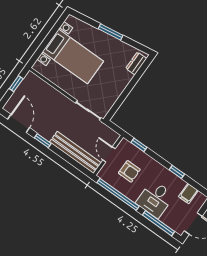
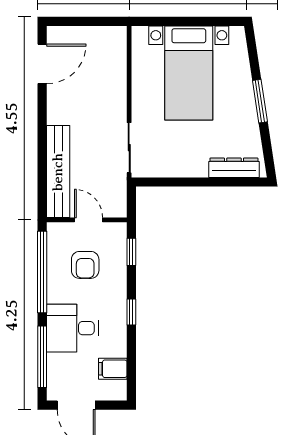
dresser: (136, 63) -> (234, 168), width x1.44
window: (16, 84) -> (95, 21), removed
window: (43, 141) -> (42, 114), removed
door: (109, 154) -> (89, 220), hinge flipped
window: (177, 172) -> (131, 312), moved

